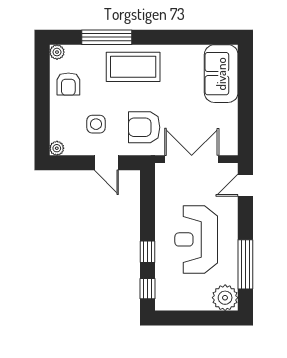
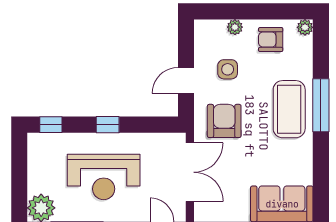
window: (107, 37) -> (321, 105), moved
plant: (57, 148) -> (235, 27), moved
reception desk: (196, 239) -> (104, 177), turned 180
window: (147, 252) -> (108, 125), moved

